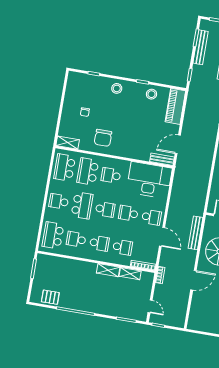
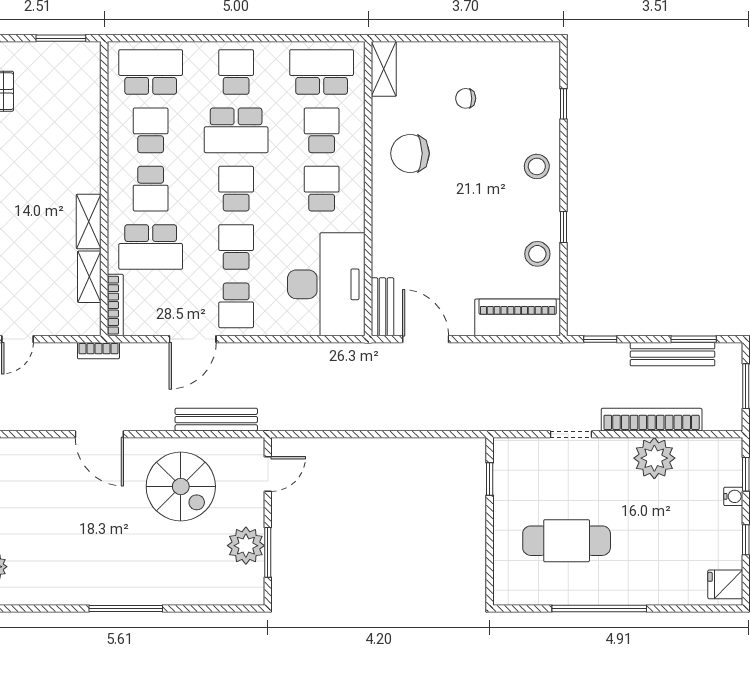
school desk: (88, 171) -> (322, 130), width x0.54
school desk: (105, 209) -> (236, 189), turned 180
school desk: (123, 247) -> (151, 247), width x1.85

